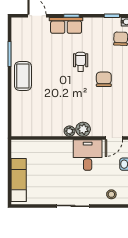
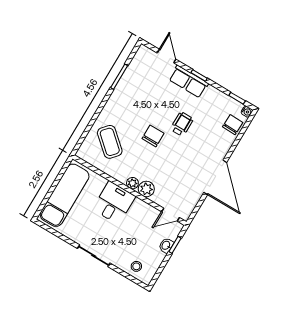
coffee table: (23, 76) -> (110, 142), moved, turned -49
chair: (104, 79) -> (153, 136), moved
desk: (88, 155) -> (114, 203), moved
exam couch: (19, 180) -> (65, 195), width x1.36, depth x1.45

